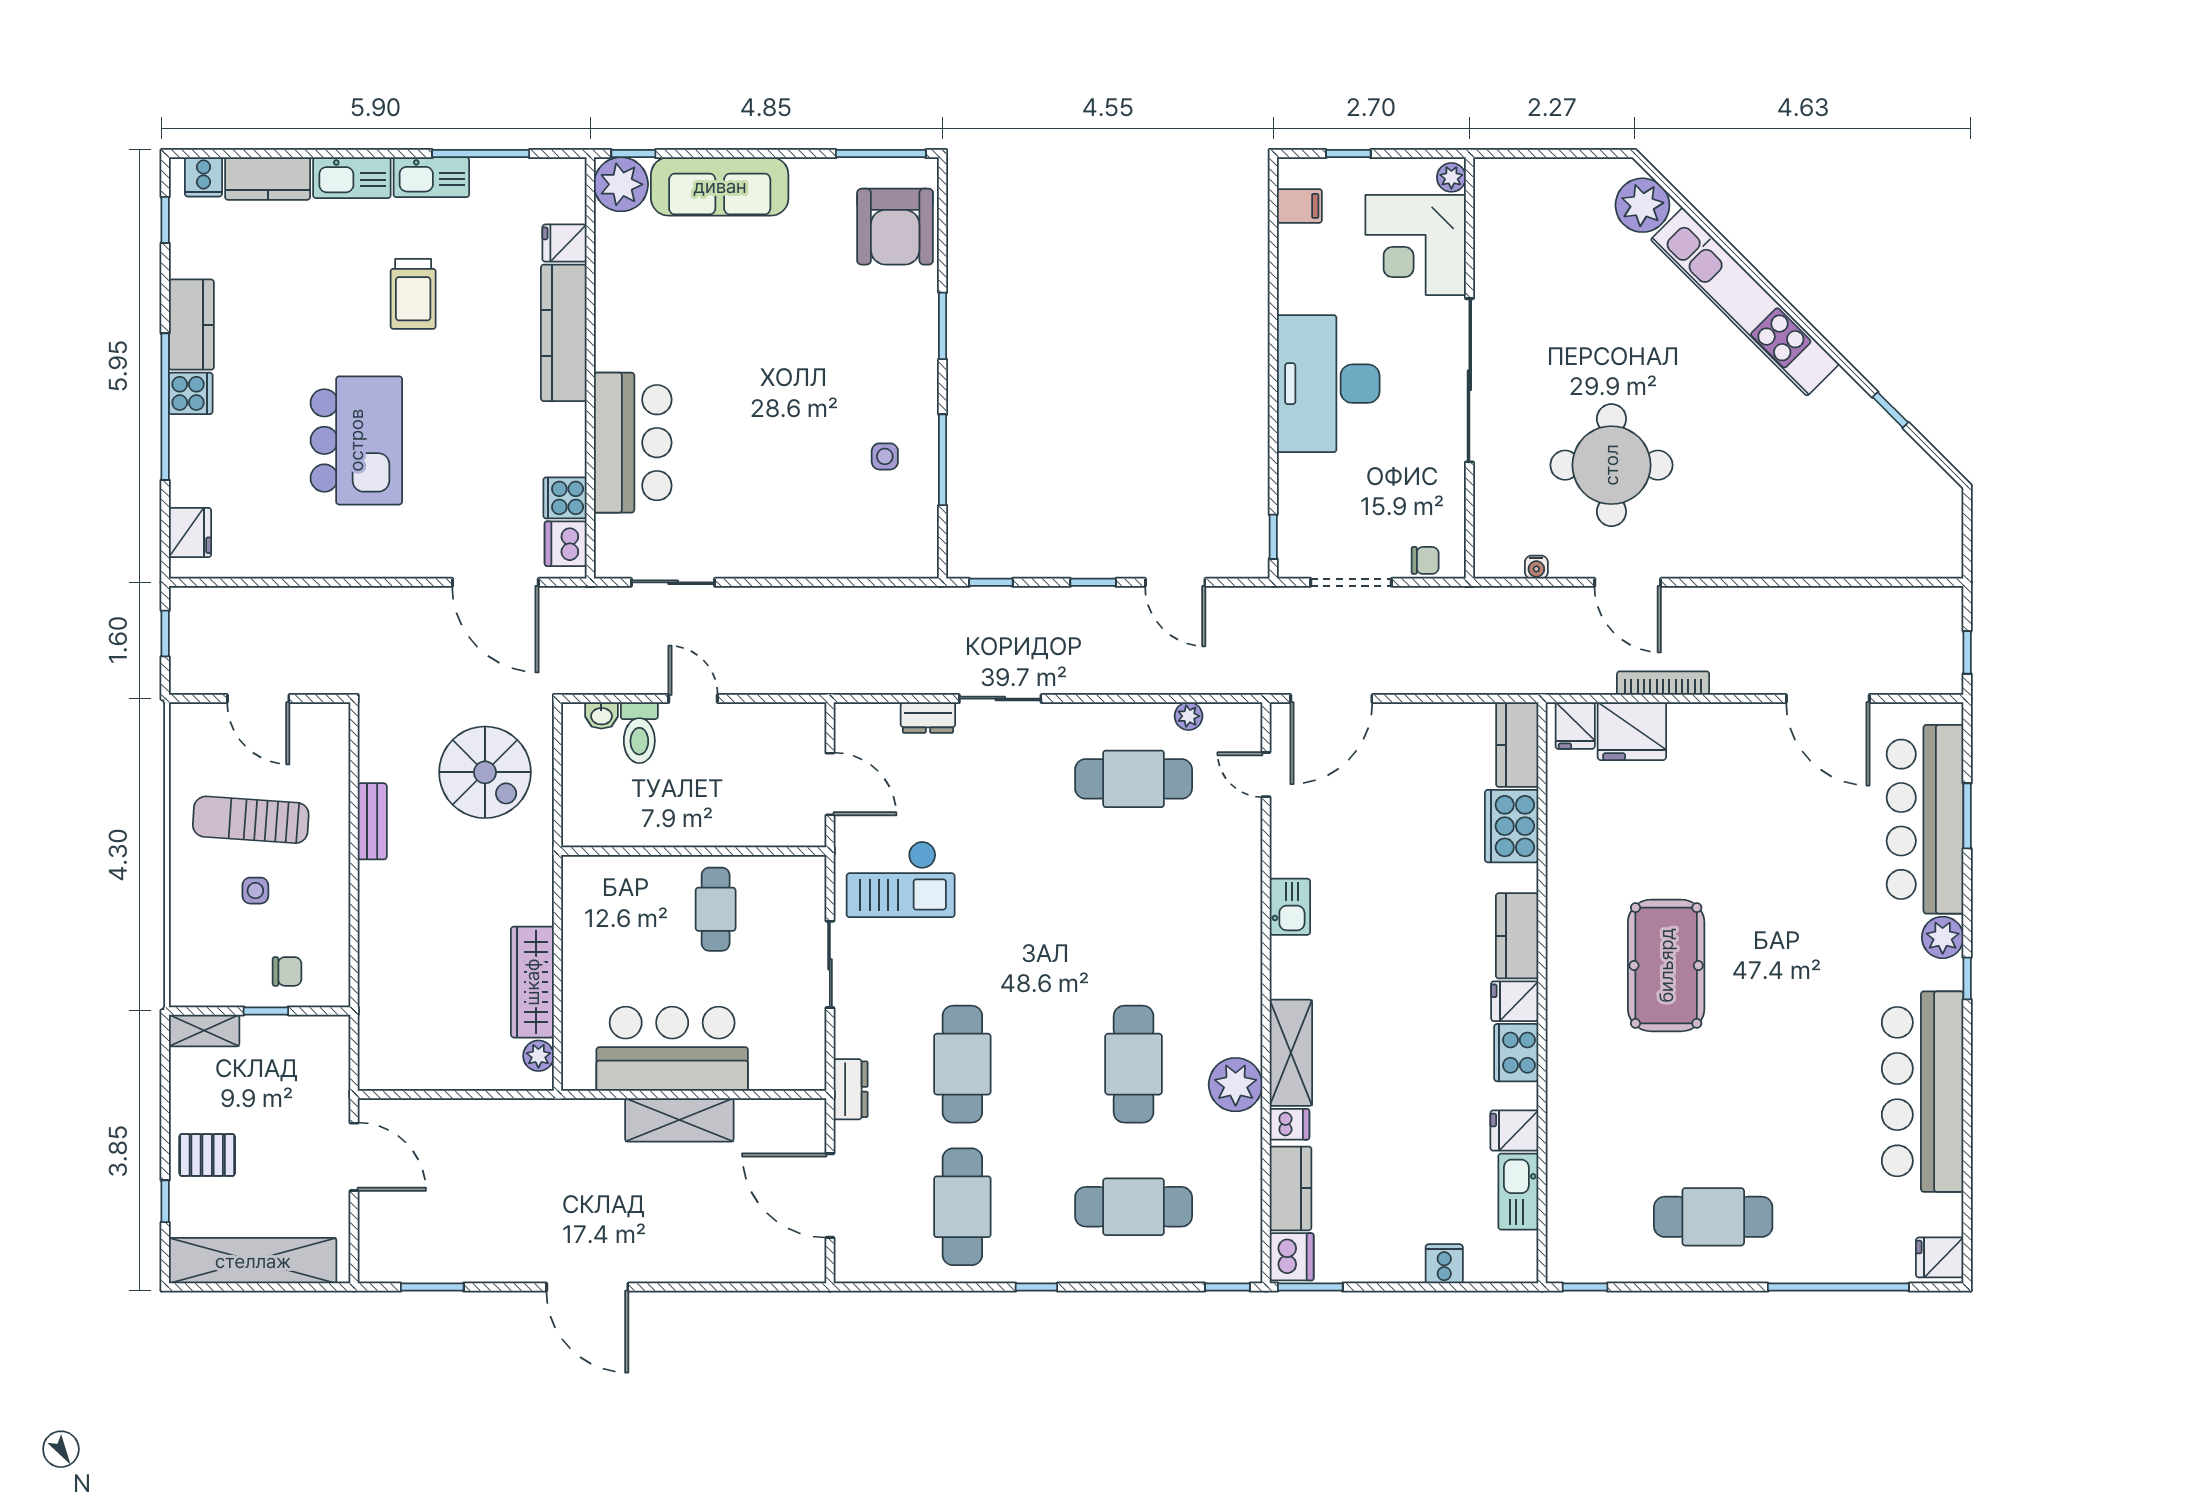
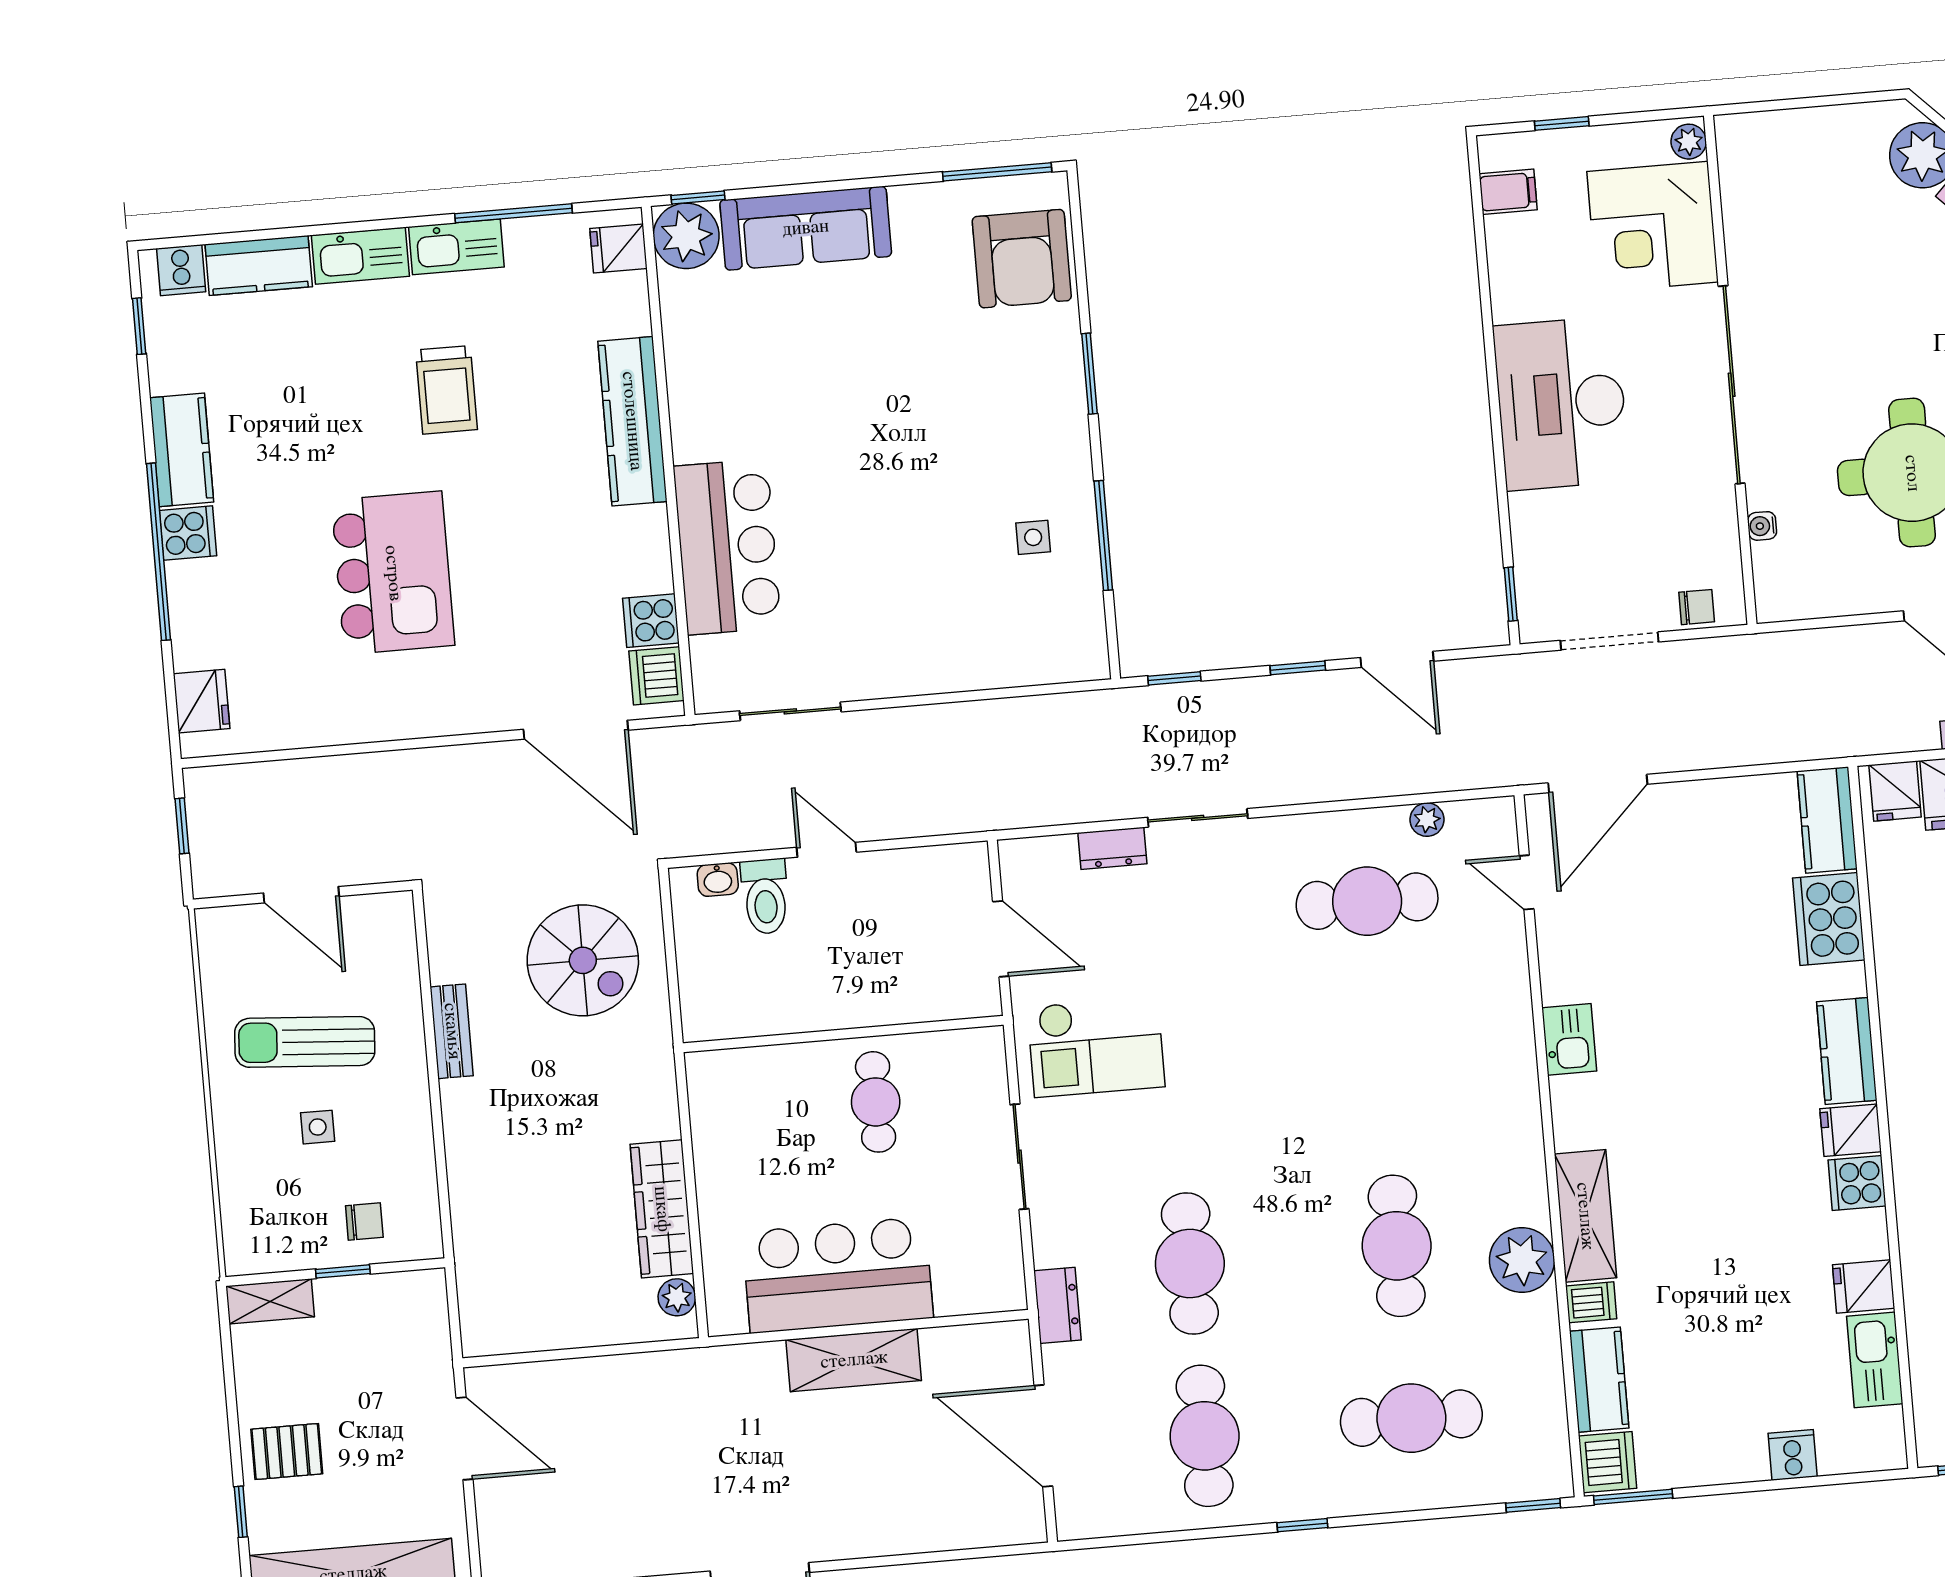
fridge: (564, 243) -> (618, 248), moved
water cooler: (1536, 567) -> (1762, 526), moved, turned 90
cooker: (1516, 1053) -> (1857, 1183), width x0.73

